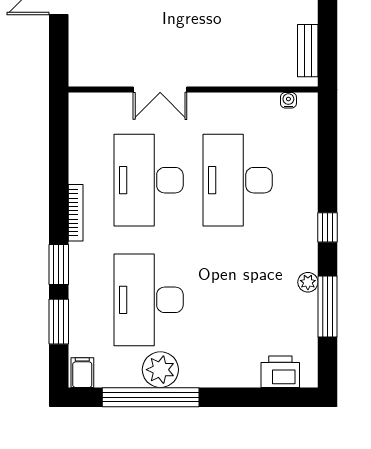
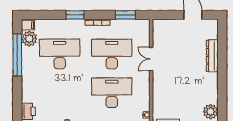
window: (59, 322) -> (125, 15), moved
plant: (160, 370) -> (29, 39), moved

